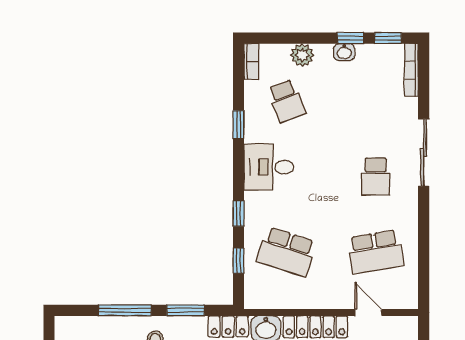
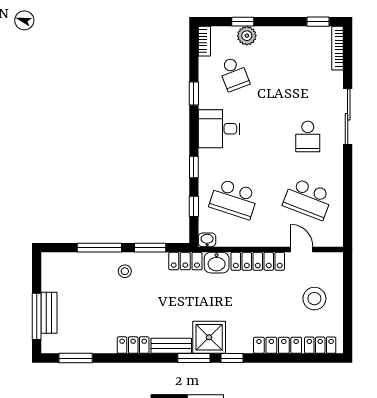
window: (350, 38) -> (243, 22), moved
washbasin: (344, 52) -> (207, 240), moved, turned 180
school desk: (376, 252) -> (308, 199), turned 30

